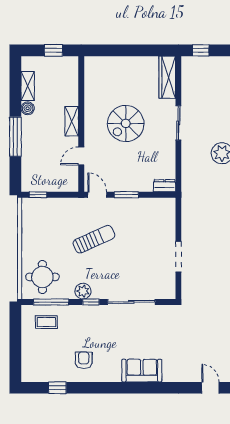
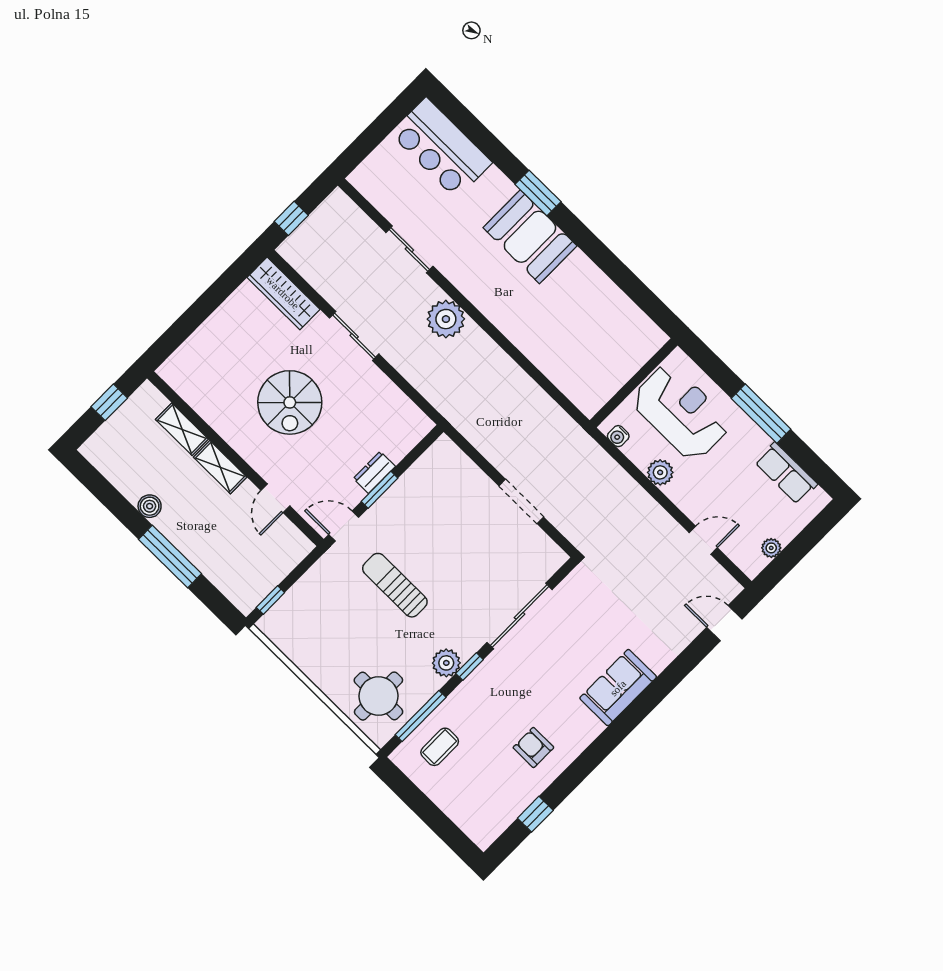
shelving: (28, 86) -> (182, 429), moved
dresser: (165, 186) -> (374, 472), moved
sun lounger: (94, 239) -> (395, 585), turned -66

